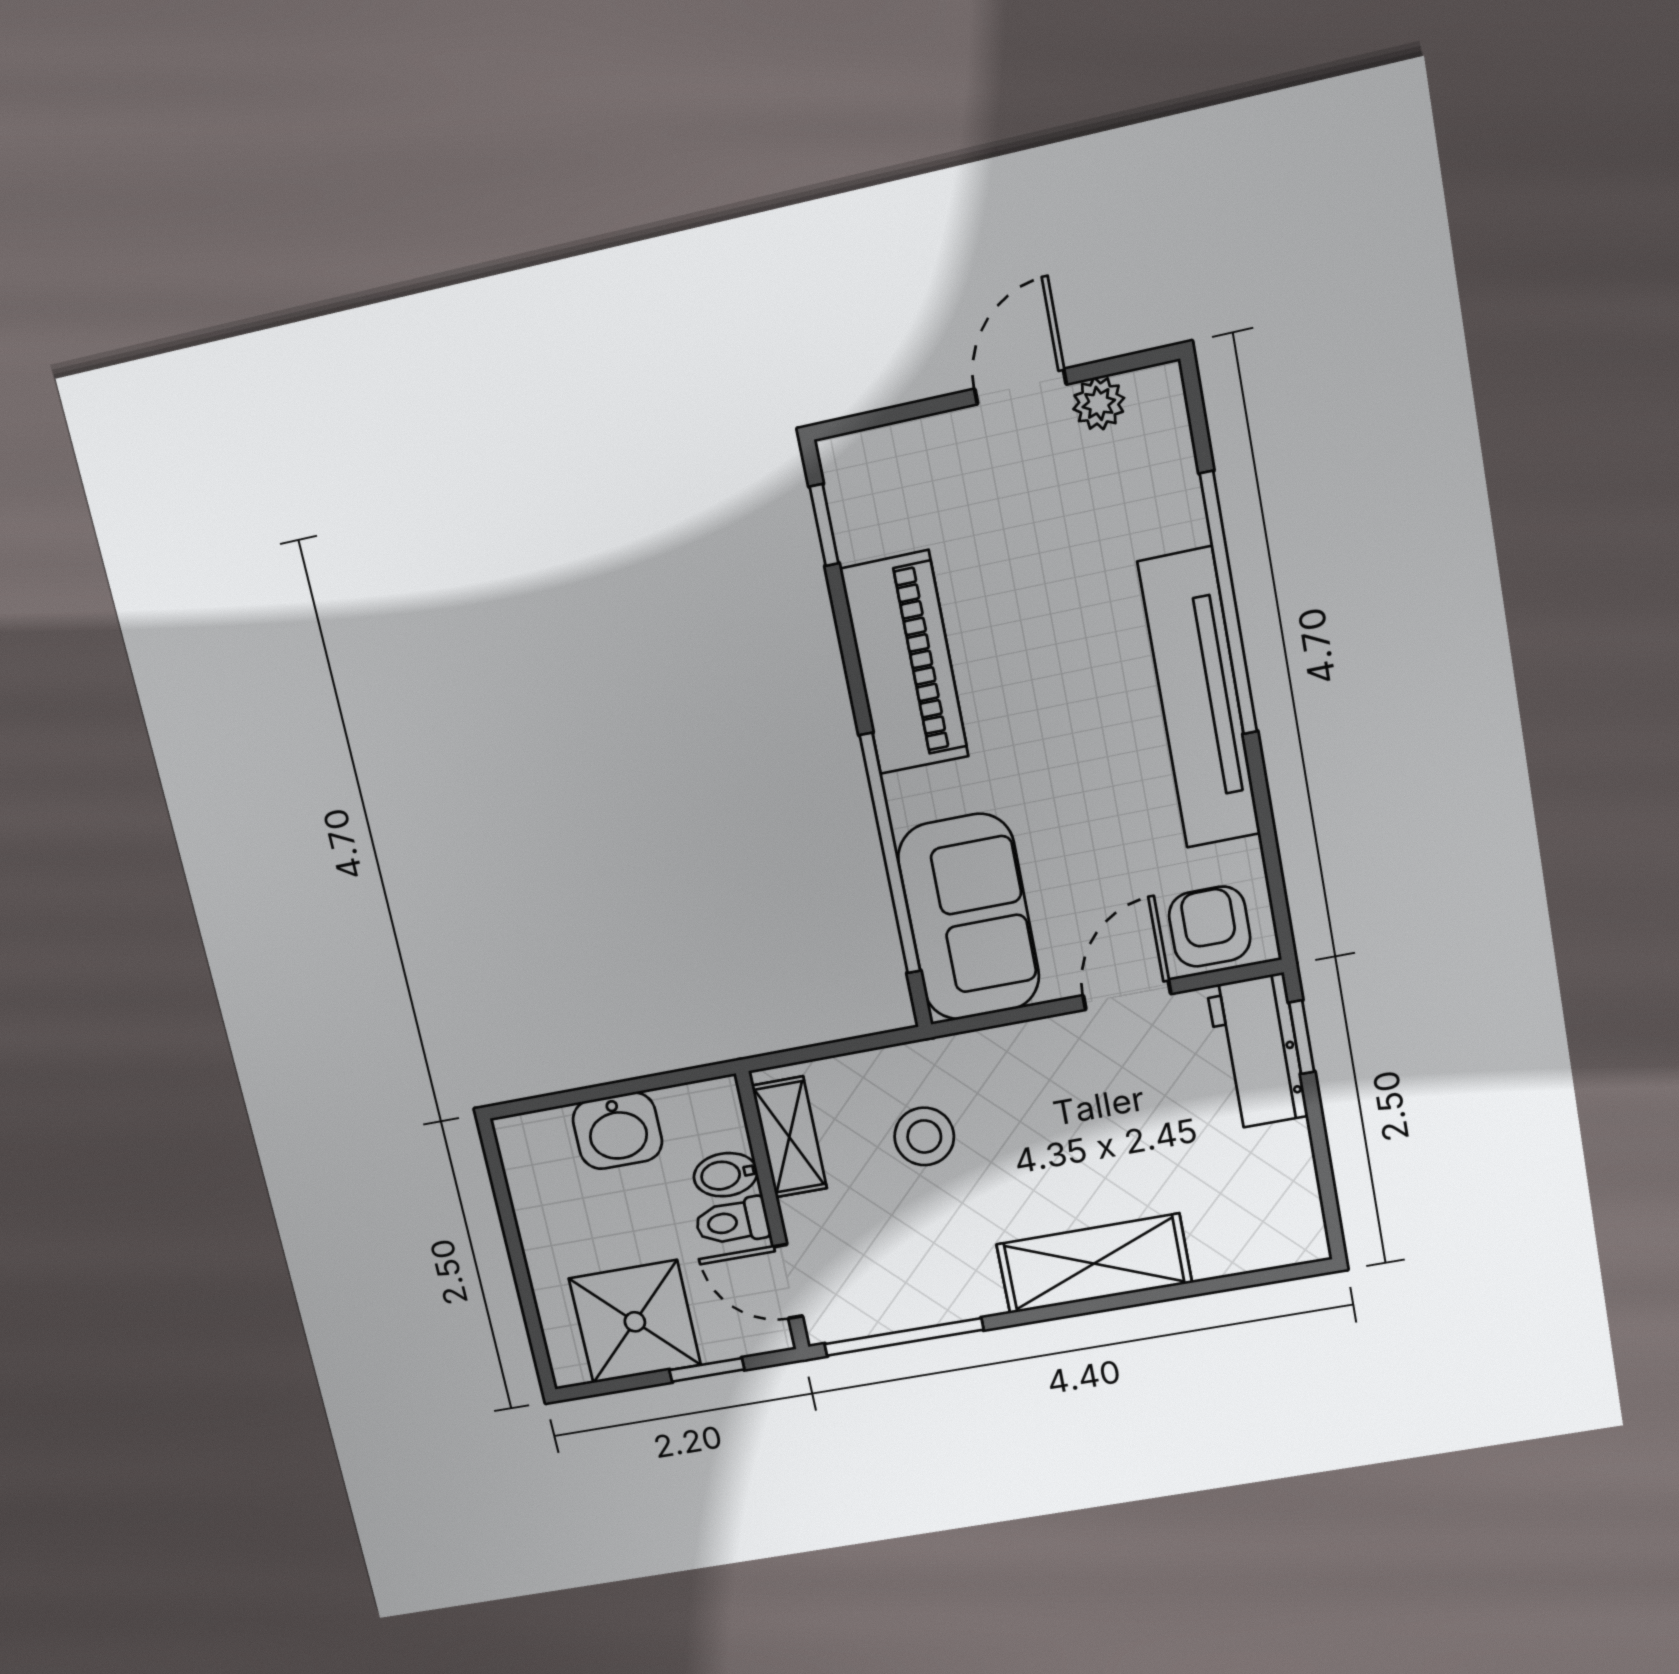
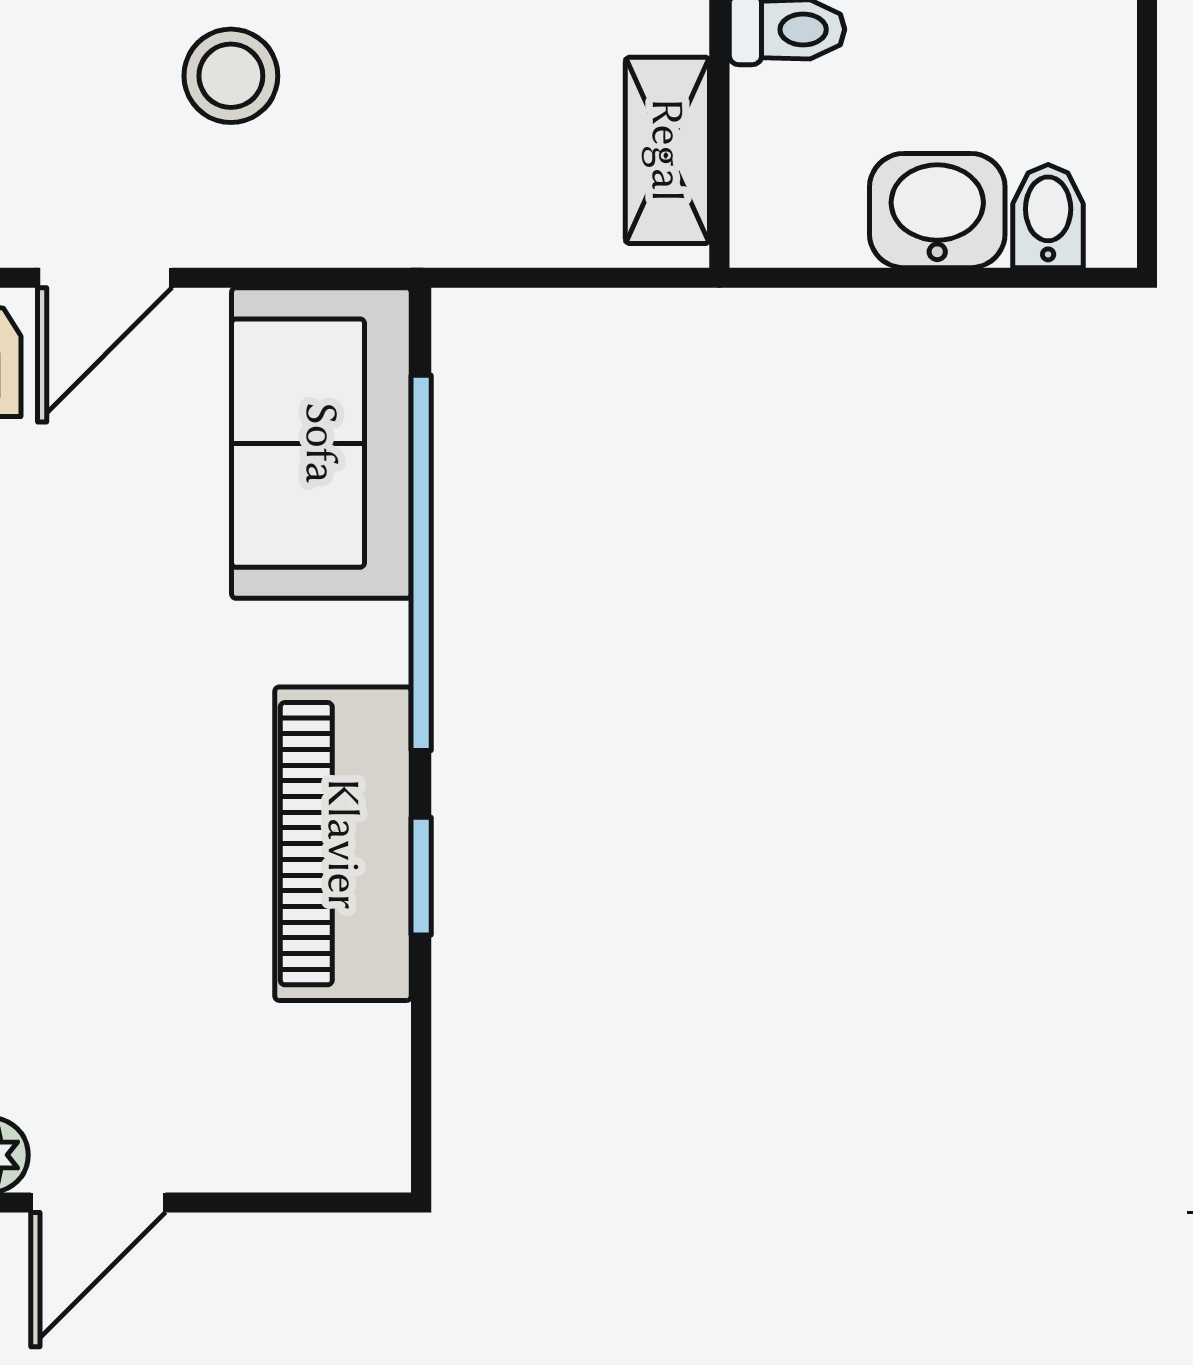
window: (824, 525) -> (421, 876), moved
stool: (924, 1136) -> (231, 76), moved
bidet: (726, 1175) -> (1048, 216), moved, turned -90

